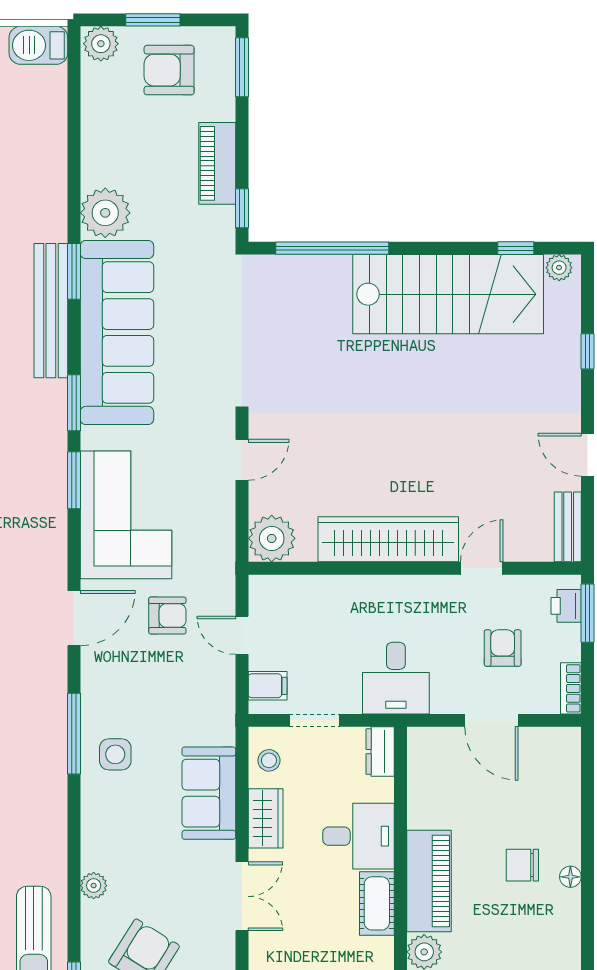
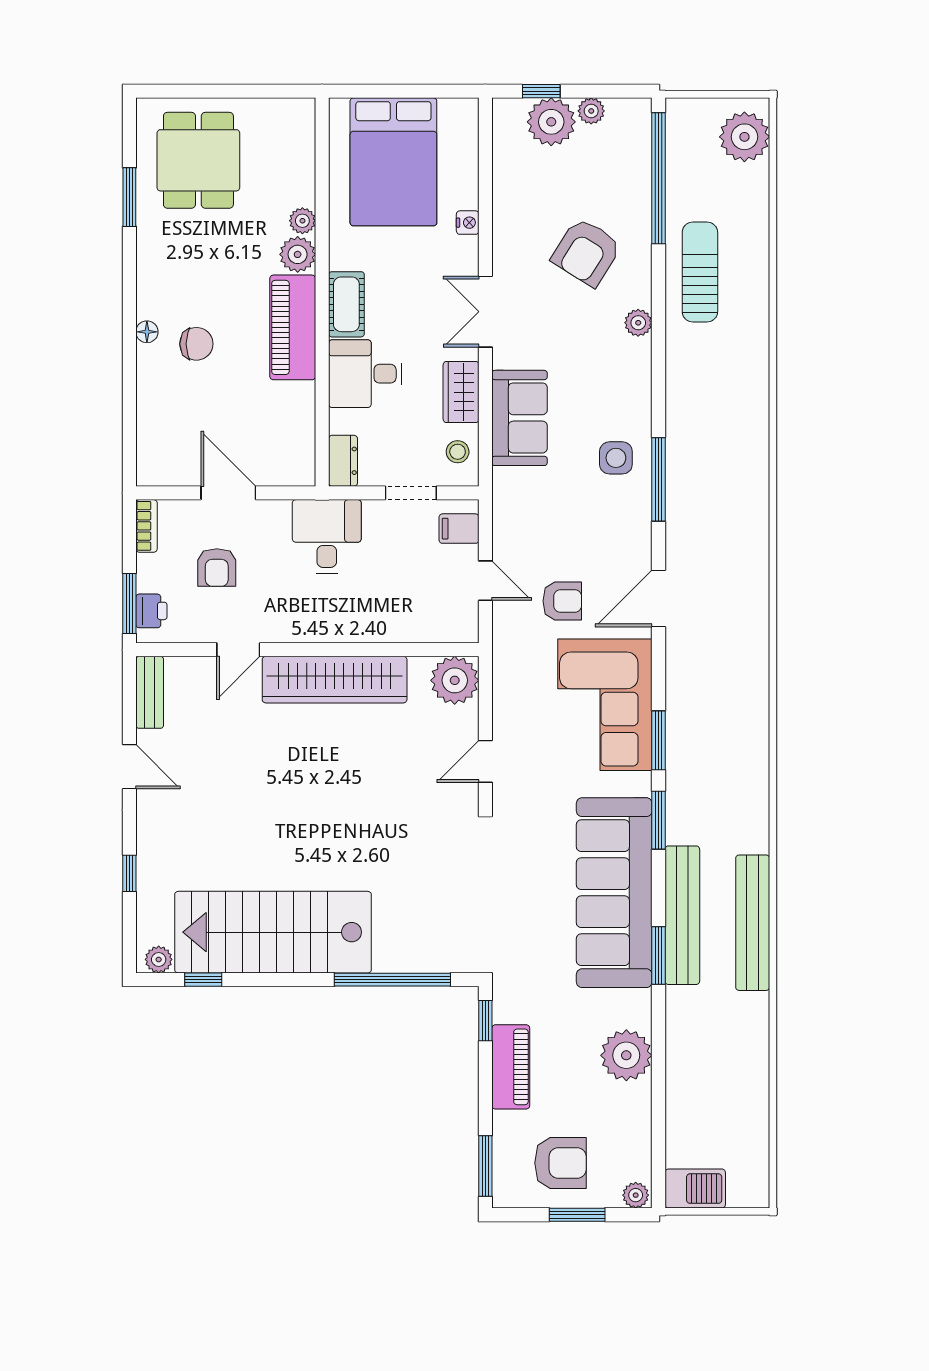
plant: (101, 44) -> (636, 1195), width x0.73, depth x0.73
plant: (105, 213) -> (626, 1055), moved
armchair: (167, 615) -> (562, 601), turned 180

